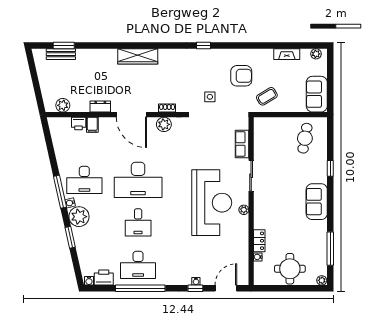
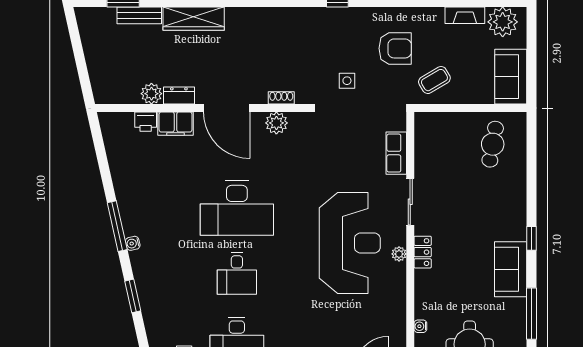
bench: (61, 54) -> (139, 15), moved
plant: (316, 54) -> (503, 22), width x1.87, depth x1.87
wardrobe: (138, 56) -> (194, 19), moved
plant: (63, 105) -> (151, 94), moved
filing cabinet: (92, 125) -> (176, 124), width x2.00
window: (330, 168) -> (531, 238), moved
desk: (84, 180) -> (154, 208), removed
sofa: (317, 202) -> (511, 269), moved
plant: (79, 217) -> (146, 264), removed
locker: (259, 241) -> (423, 252), moved

